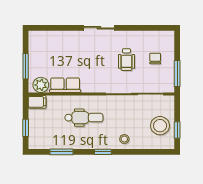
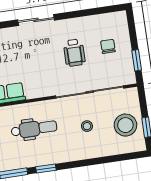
window: (177, 73) -> (137, 60), width x0.67
stool: (124, 139) -> (87, 126), moved
window: (103, 152) -> (46, 168), moved

